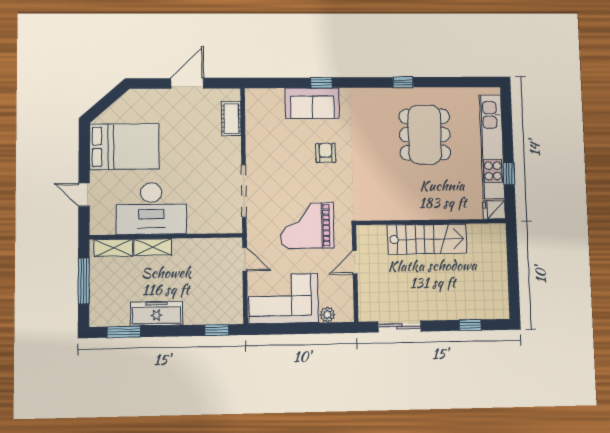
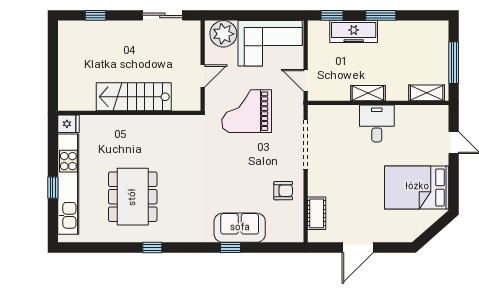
armchair: (326, 153) -> (283, 191), moved, turned -90
window: (509, 173) -> (53, 188), moved
desk: (151, 208) -> (377, 123), width x0.53, depth x0.77
grand piano: (307, 225) -> (247, 111), turned 180
shelving: (153, 247) -> (368, 93), moved
freezer: (156, 314) -> (354, 32), moved
plant: (327, 315) -> (223, 34), width x1.88, depth x1.88
window: (124, 332) -> (381, 15), moved

